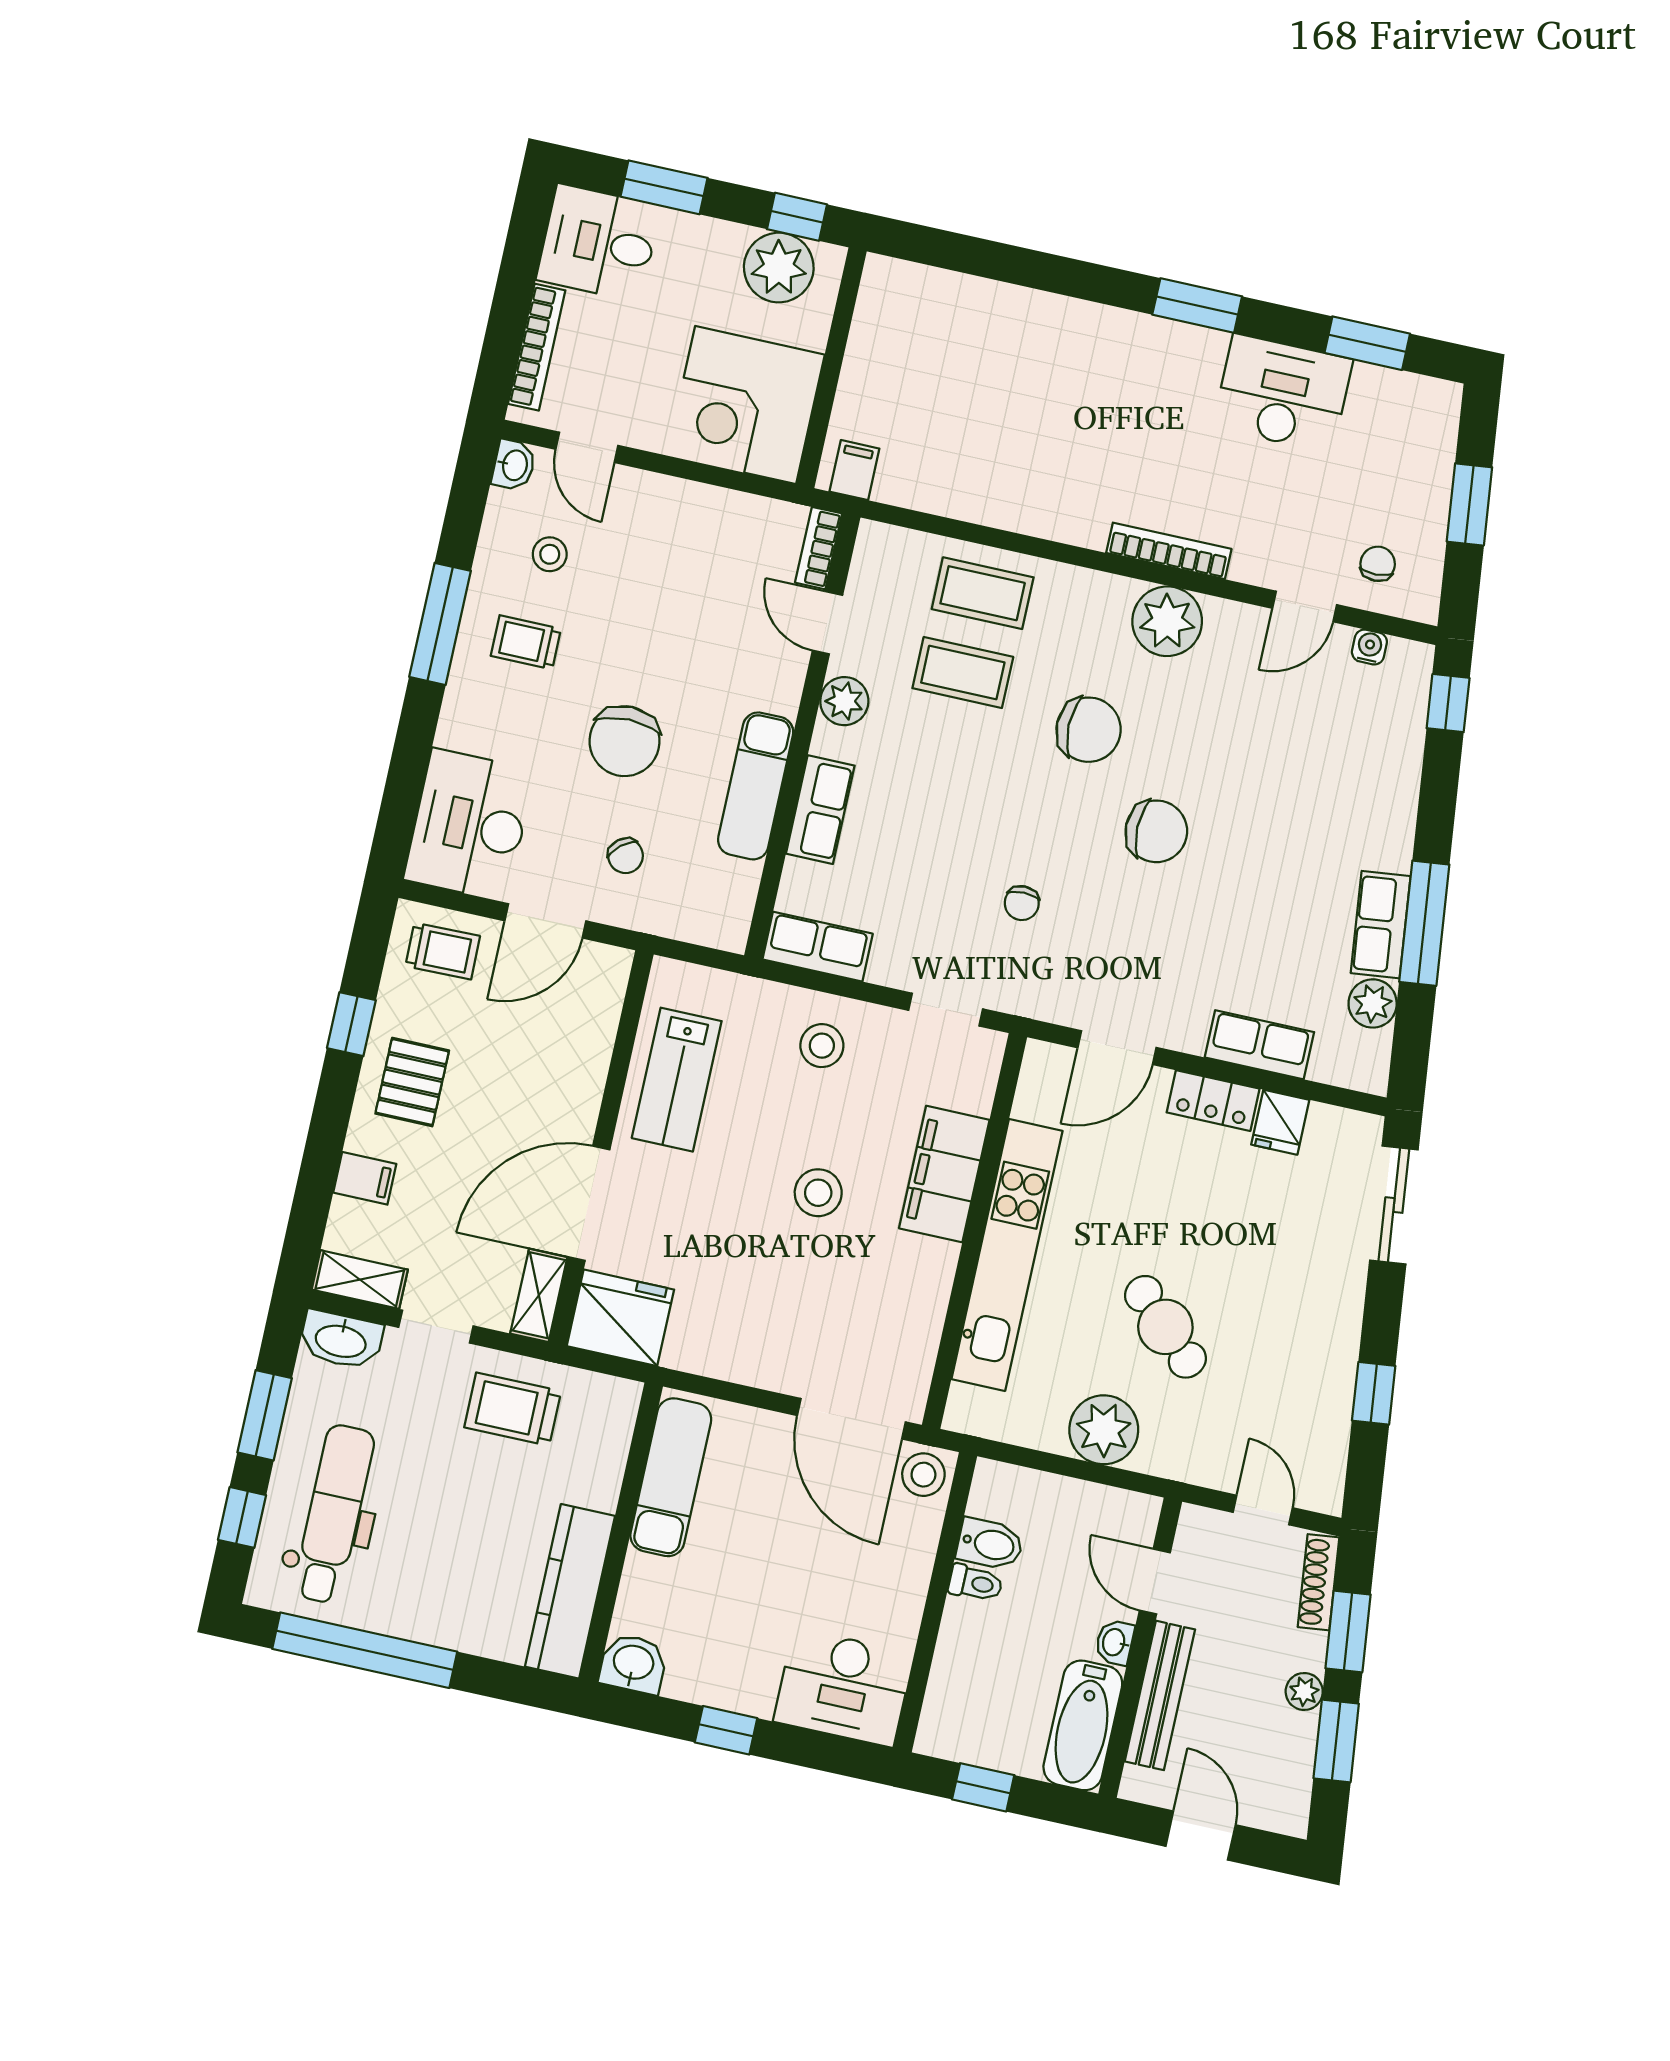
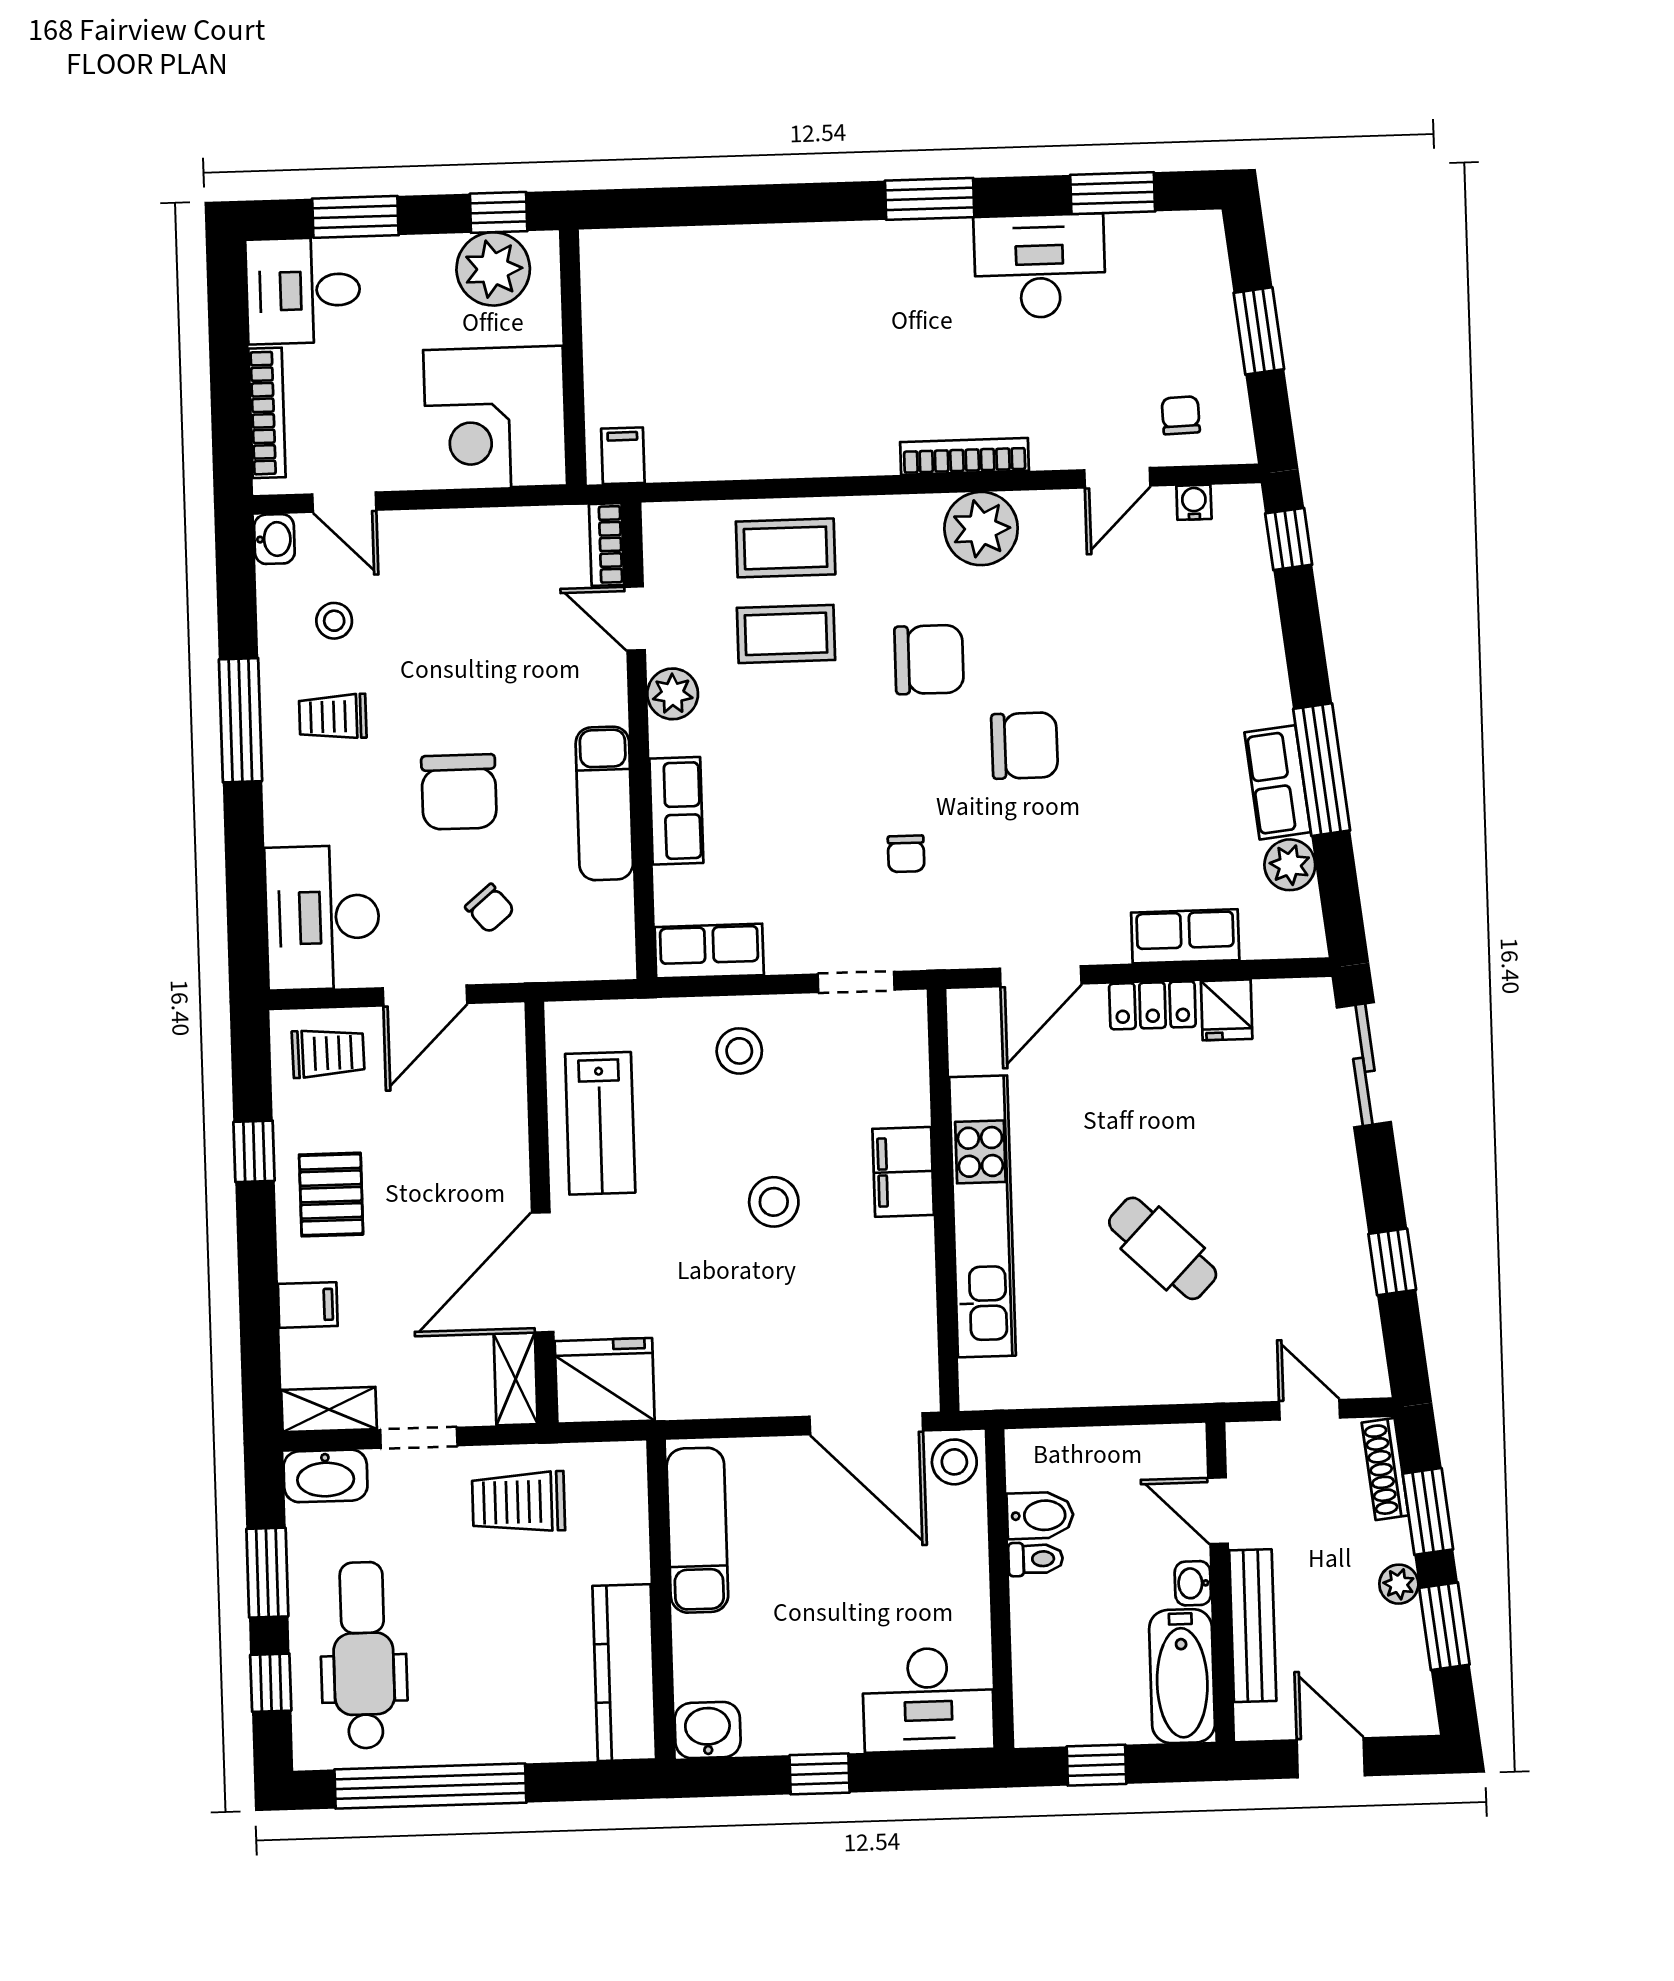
filing cabinet: (944, 1174) -> (903, 1172), width x0.67, depth x0.86
plant: (1104, 1430) -> (1126, 1369), removed

